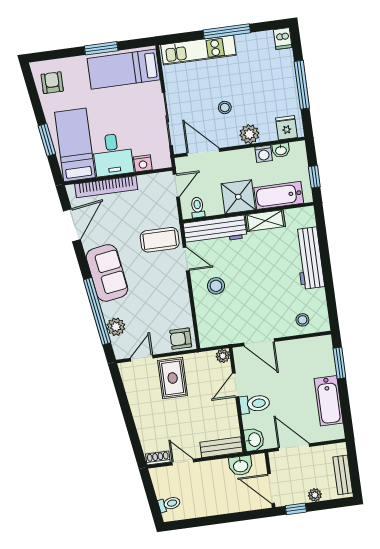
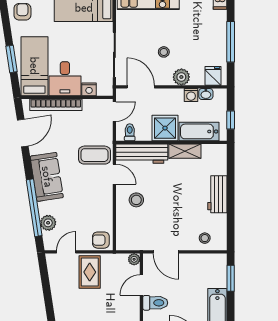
workbench: (309, 258) -> (217, 194), width x0.73

